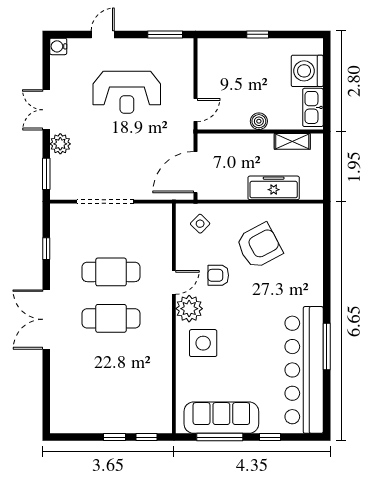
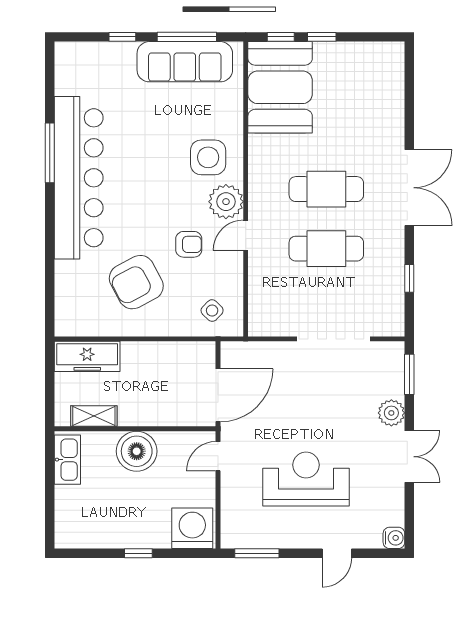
washing machine: (307, 71) -> (192, 528), moved, turned -90
boiler: (259, 121) -> (137, 451), width x1.86, depth x1.86
door: (195, 172) -> (218, 395), moved
freezer: (274, 188) -> (87, 356), moved
bar counter: (304, 370) -> (79, 178), moved
booth: (147, 398) -> (280, 87), added

